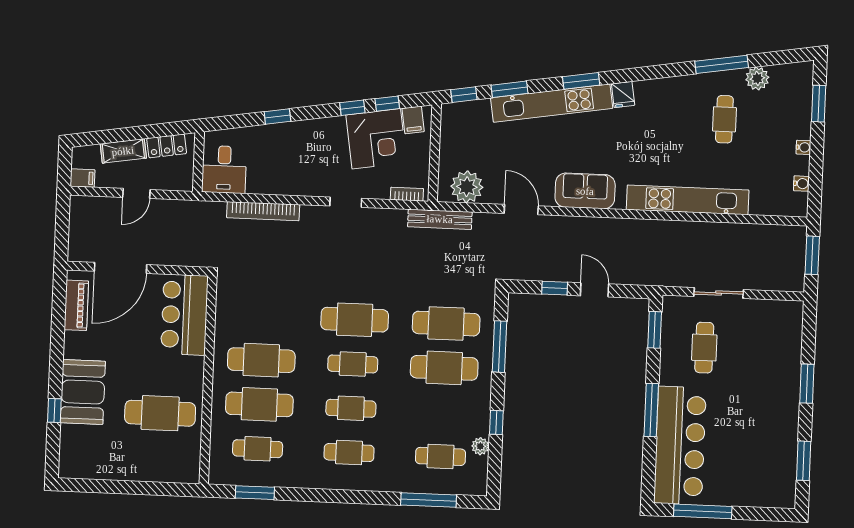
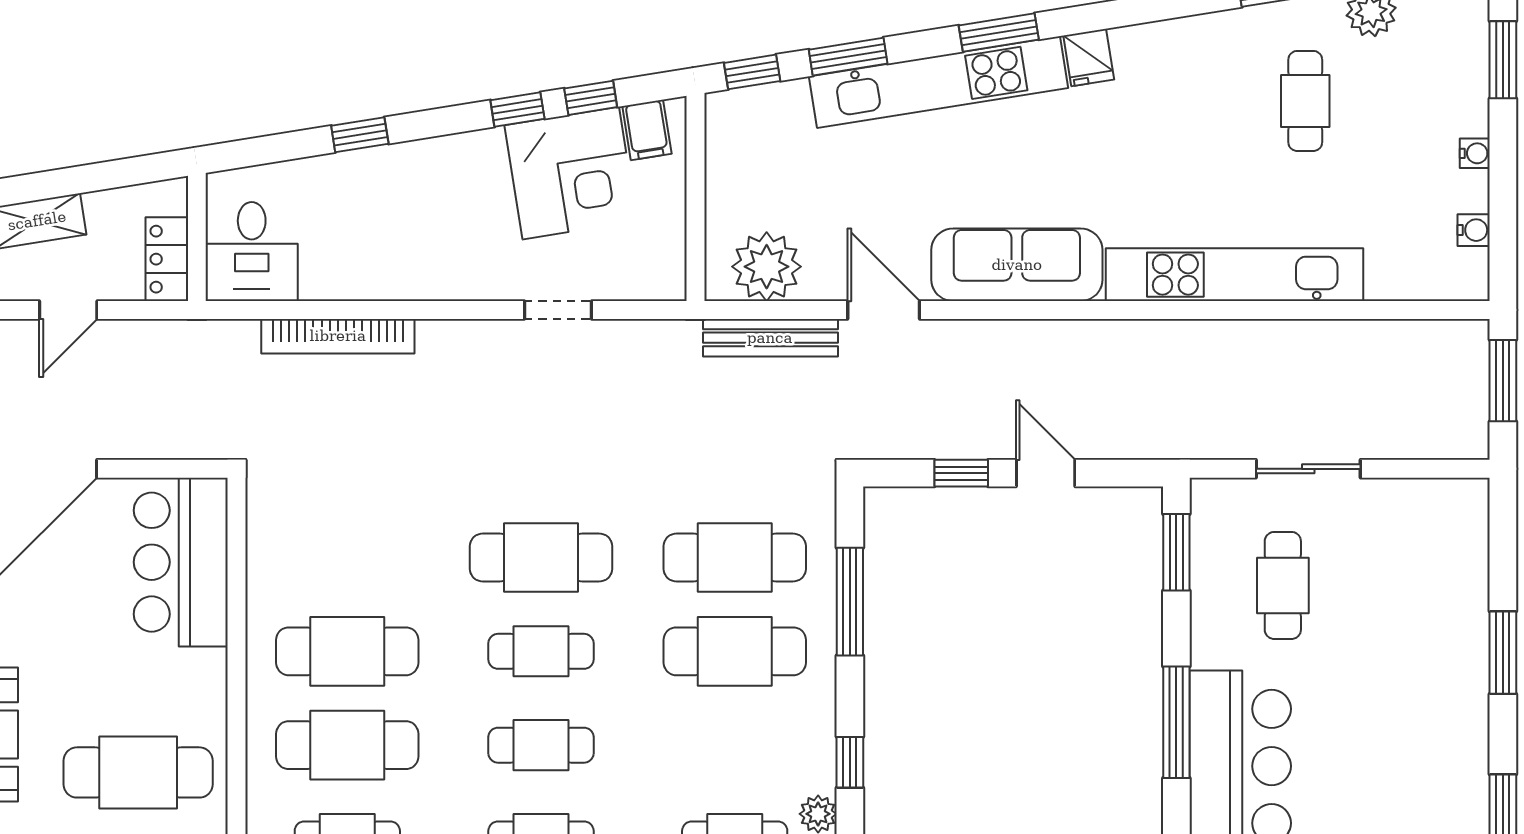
locker: (167, 146) -> (167, 259), moved, turned 99
sofa: (585, 191) -> (1017, 265), width x1.36
bookcase: (407, 194) -> (640, 287), removed
doorway: (346, 202) -> (558, 310), moved
bench: (440, 219) -> (770, 338), moved

